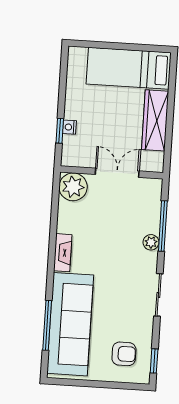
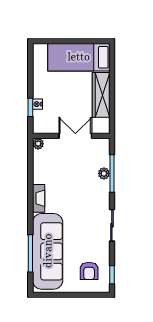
plant: (73, 187) -> (38, 144), width x0.53, depth x0.53
plant: (151, 242) -> (104, 173), moved
armchair: (124, 354) -> (89, 271), turned 90

